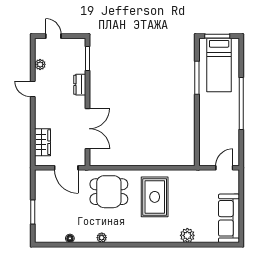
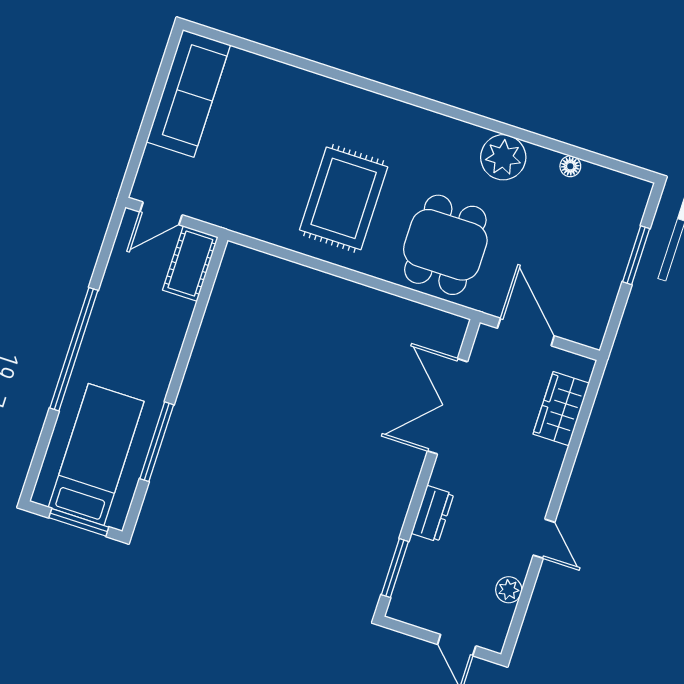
cot: (206, 152) -> (190, 264), added
dining table: (109, 192) -> (445, 245), turned 90
plant: (187, 235) -> (297, 85), removed
plant: (102, 238) -> (503, 157), width x1.88, depth x1.88

